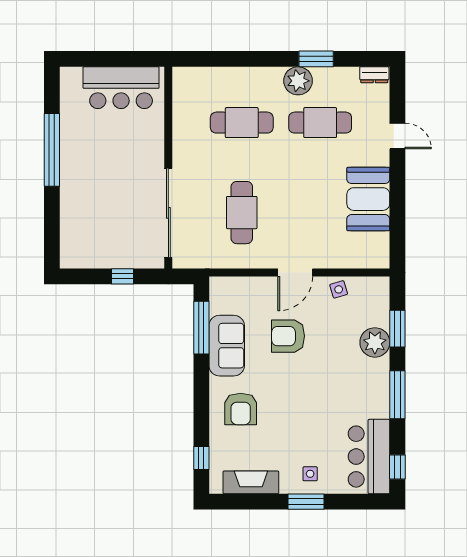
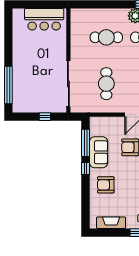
window: (52, 150) -> (8, 85), moved
armchair: (241, 409) -> (106, 185), turned 90
window: (201, 458) -> (85, 168), moved

